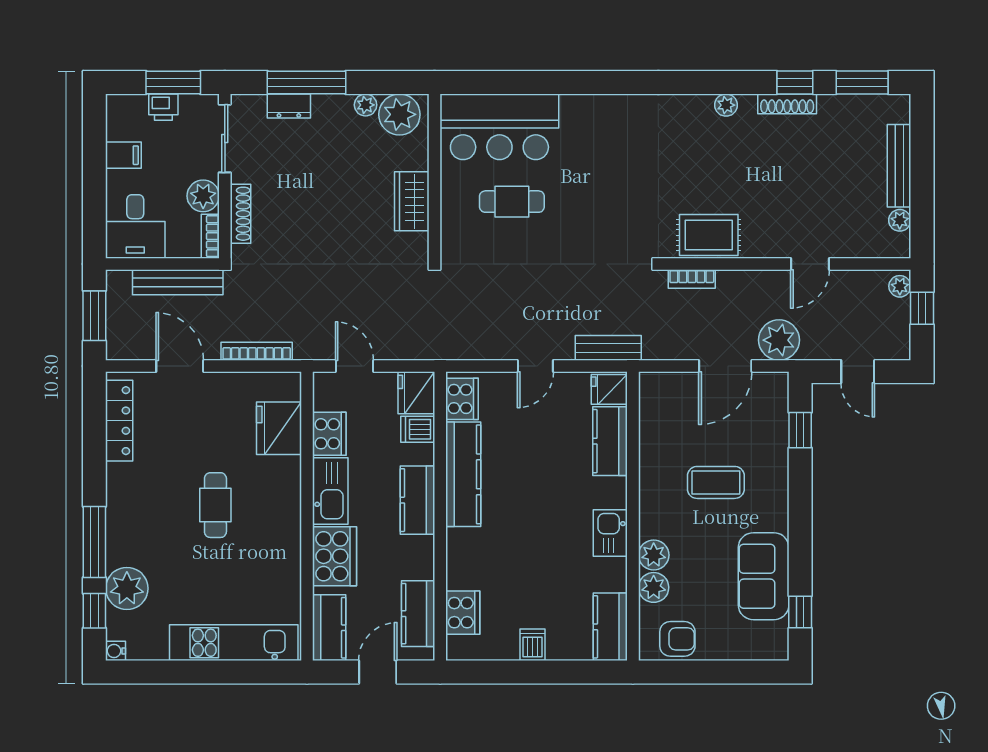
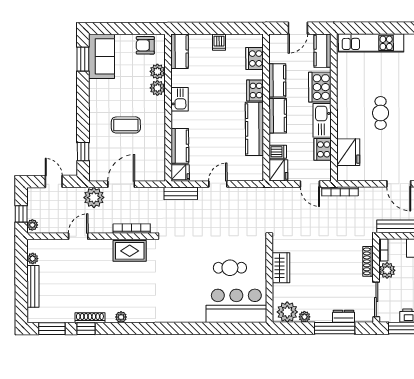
bookcase: (692, 279) -> (132, 229), width x1.56
bookcase: (257, 351) -> (340, 191), moved
cooker: (462, 399) -> (255, 90), moved
sofa: (764, 576) -> (101, 56), moved
window: (800, 612) -> (83, 59), width x1.50
kitchen counter: (418, 614) -> (277, 80), moved

